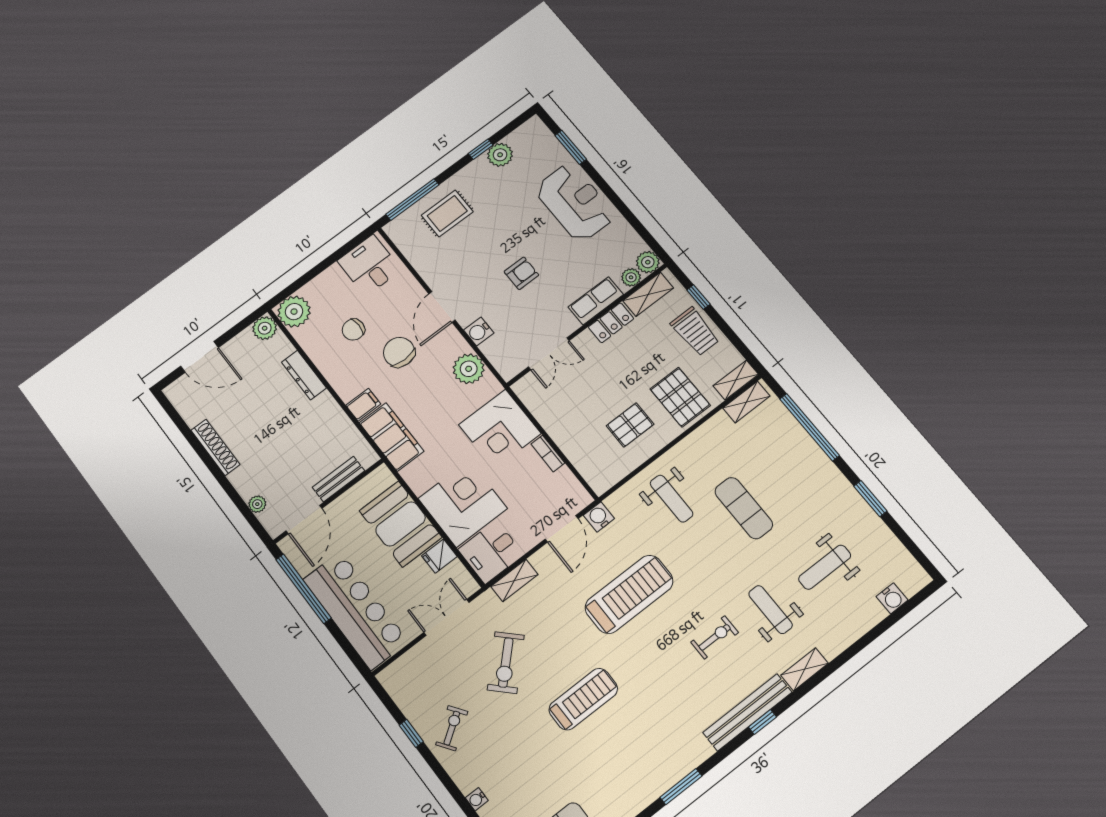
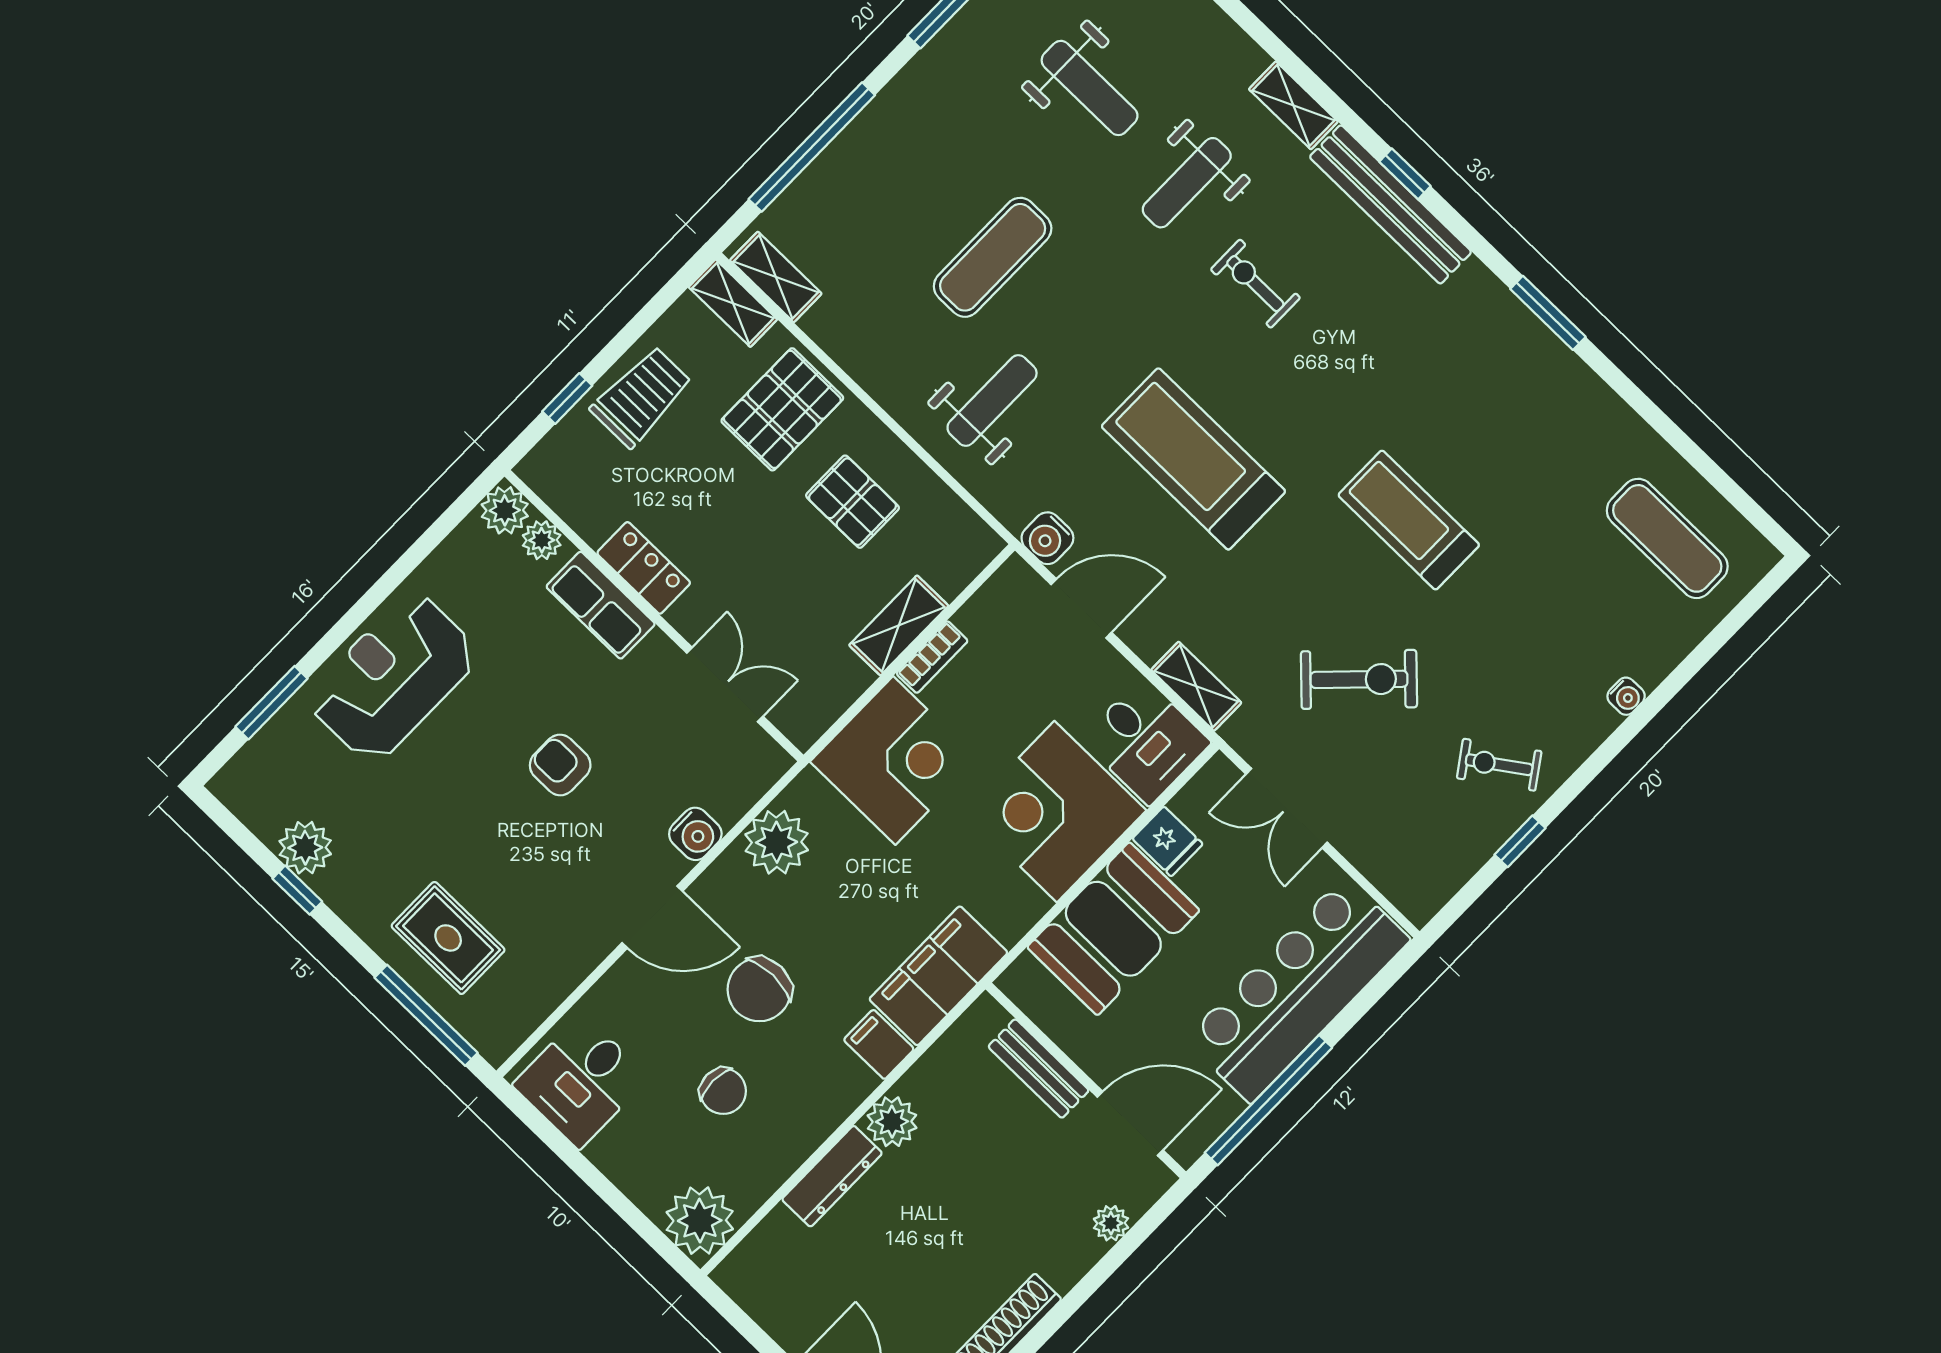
shelving: (648, 294) -> (899, 625), moved, turned 90
plant: (265, 328) -> (892, 1122), moved

